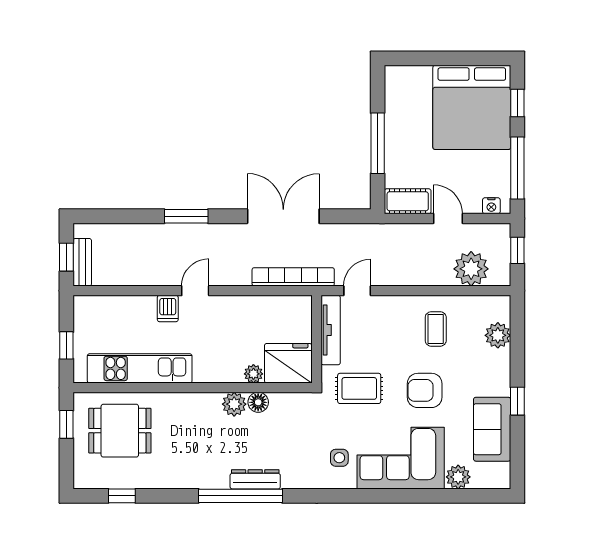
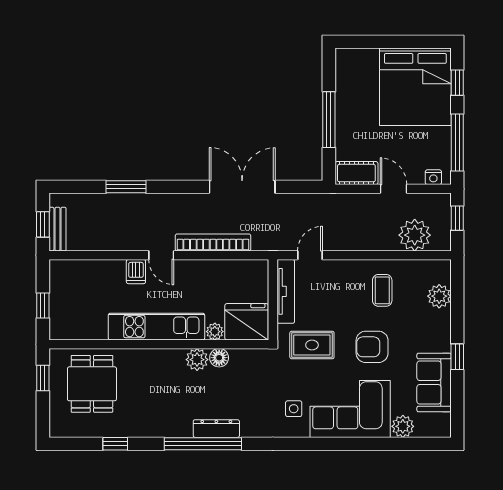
window: (186, 216) -> (126, 187), moved
bookcase: (293, 277) -> (213, 242), moved
door: (195, 291) -> (161, 255), swing flipped
kitchen unit: (140, 368) -> (156, 327), moved
dining table: (120, 431) -> (92, 384), turned 90
window: (122, 496) -> (115, 444), moved

